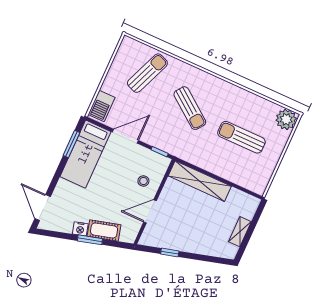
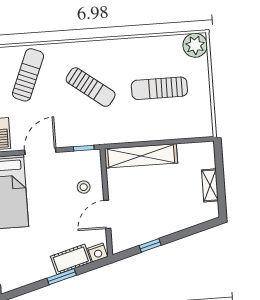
nightstand: (80, 229) -> (98, 252), moved

